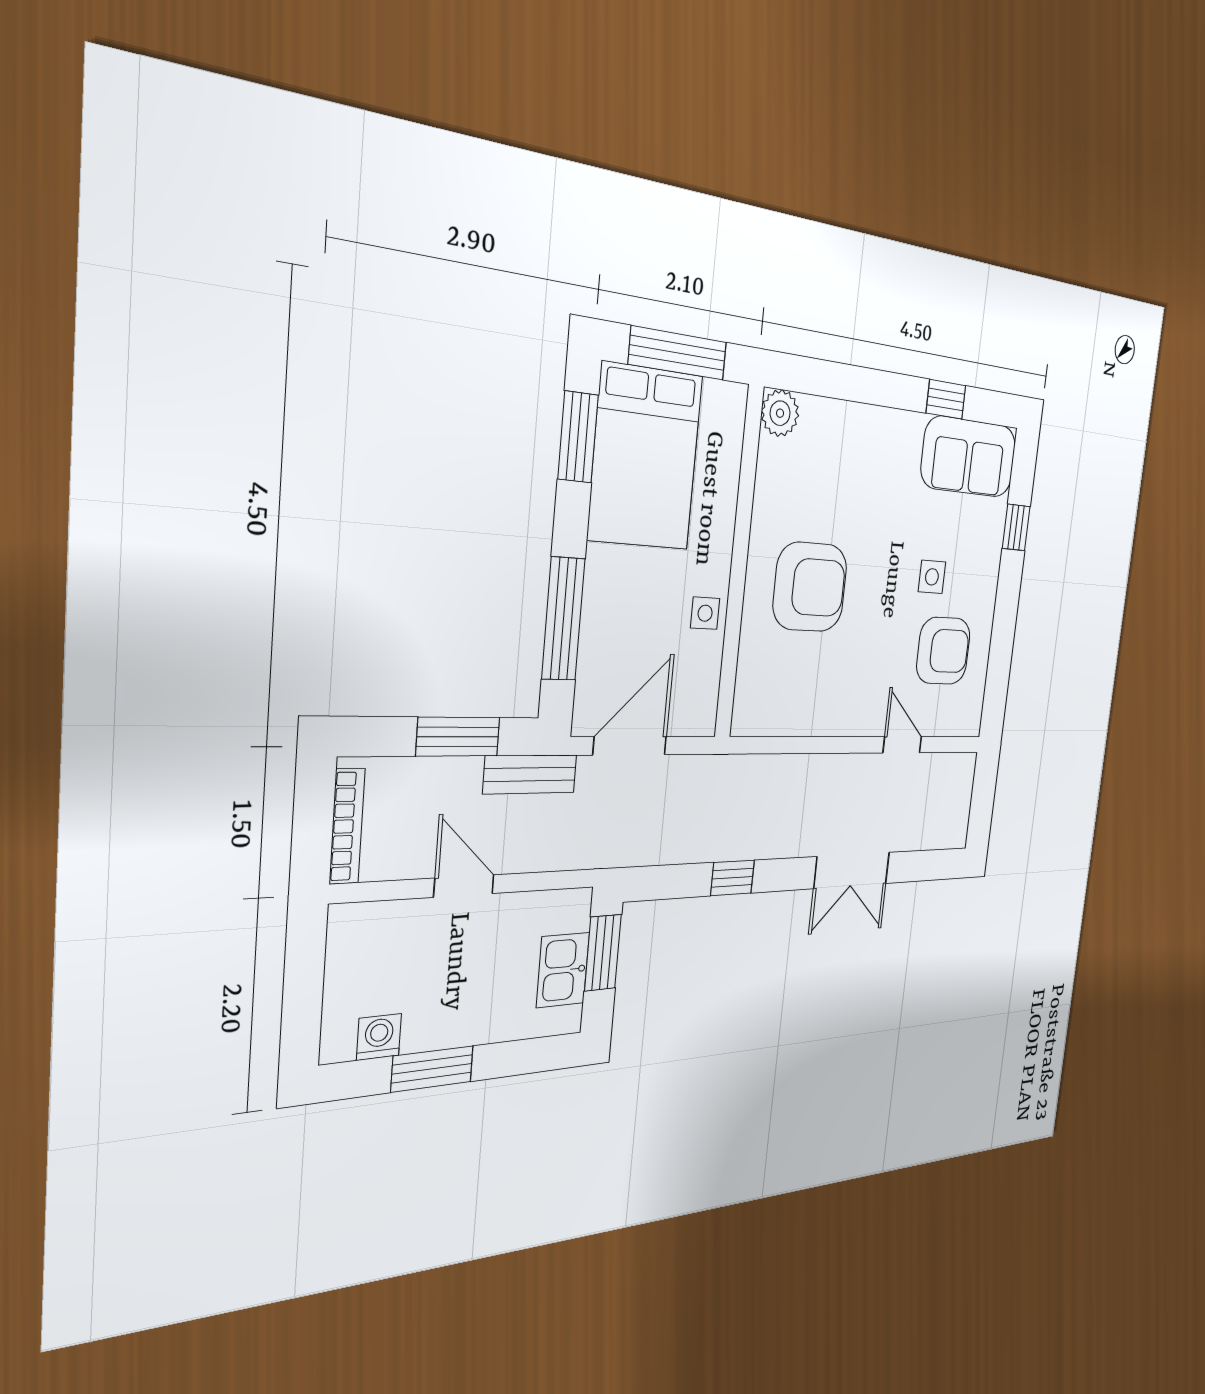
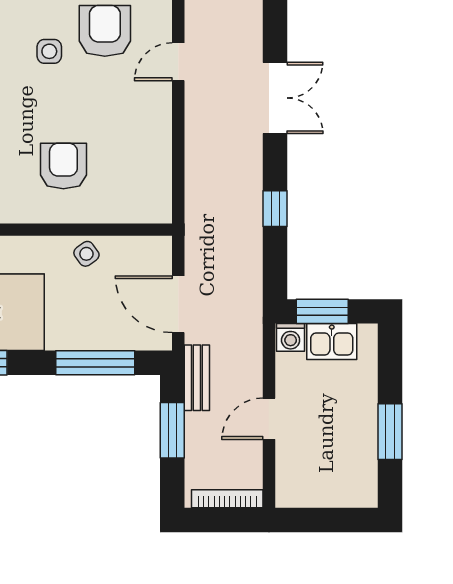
armchair: (810, 587) -> (63, 166), width x0.73, depth x0.73
side table: (705, 613) -> (86, 254), turned -36
washing machine: (379, 1037) -> (291, 337), moved, turned -90

